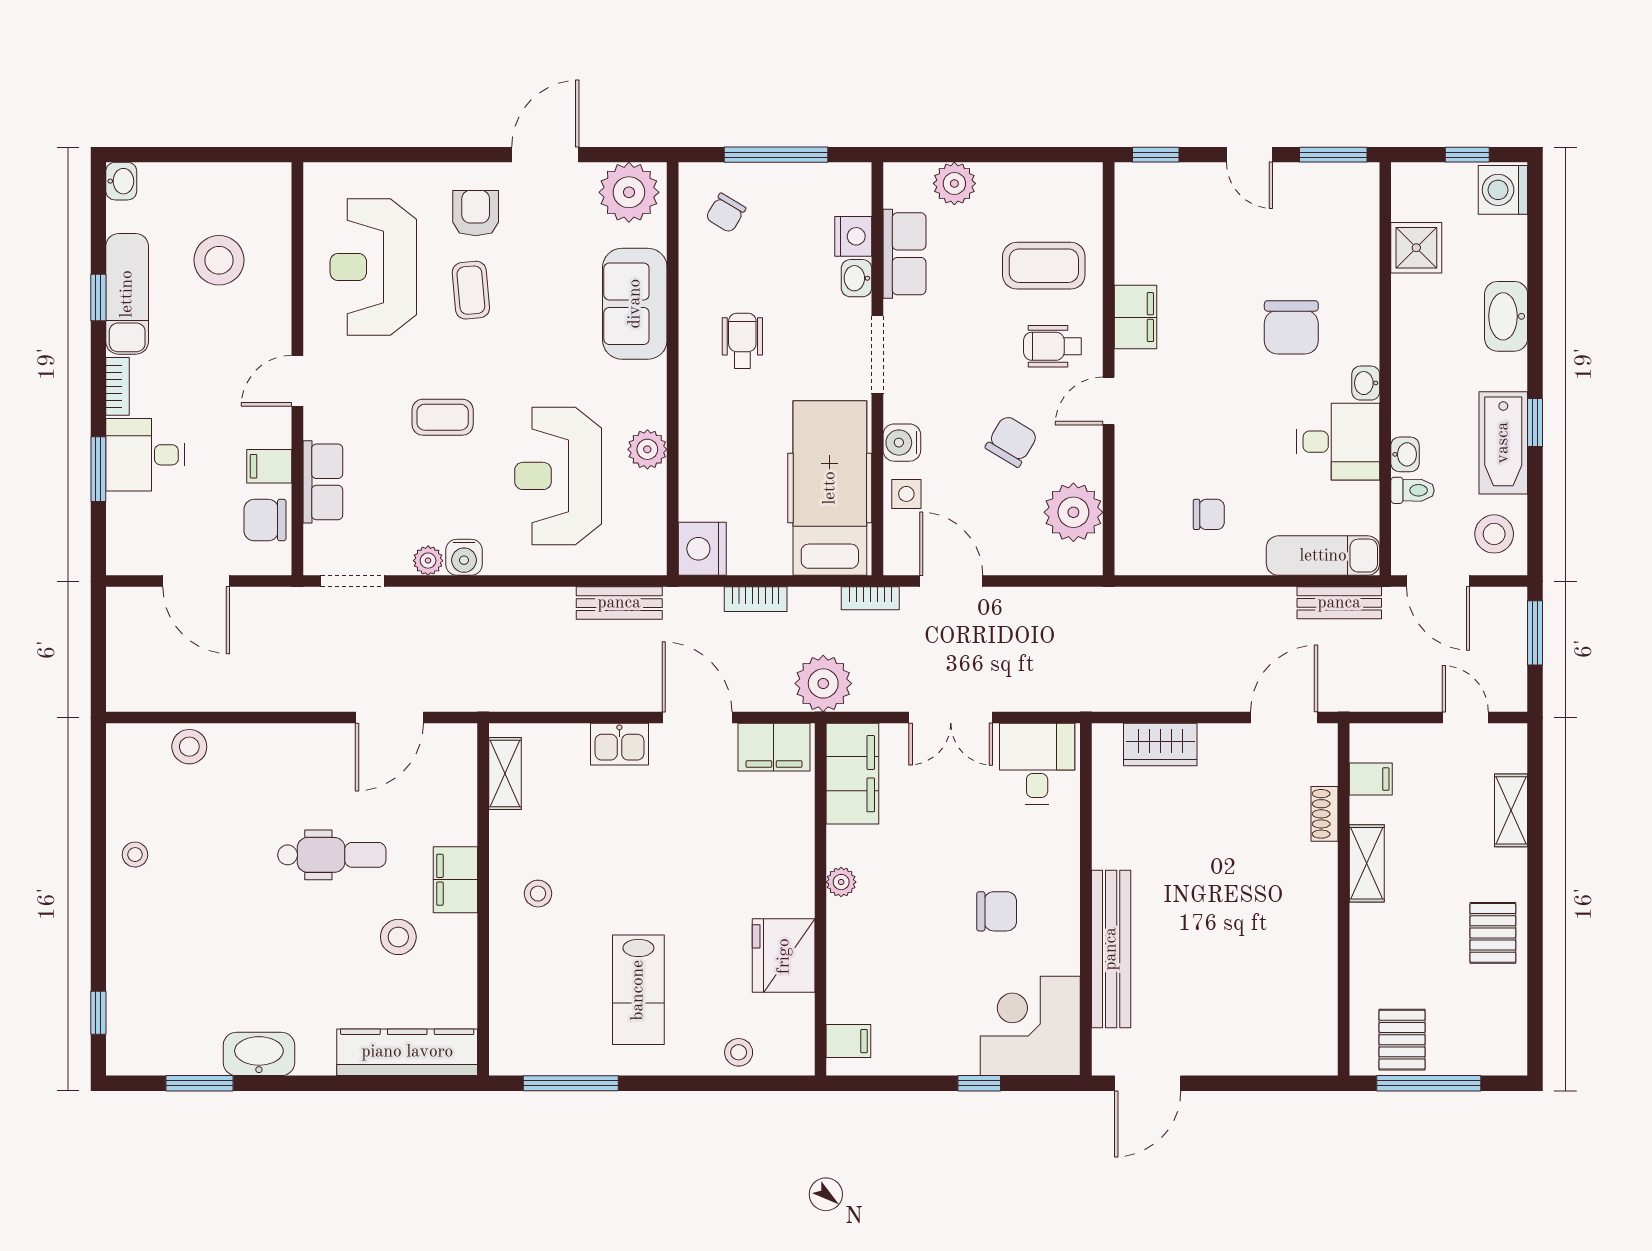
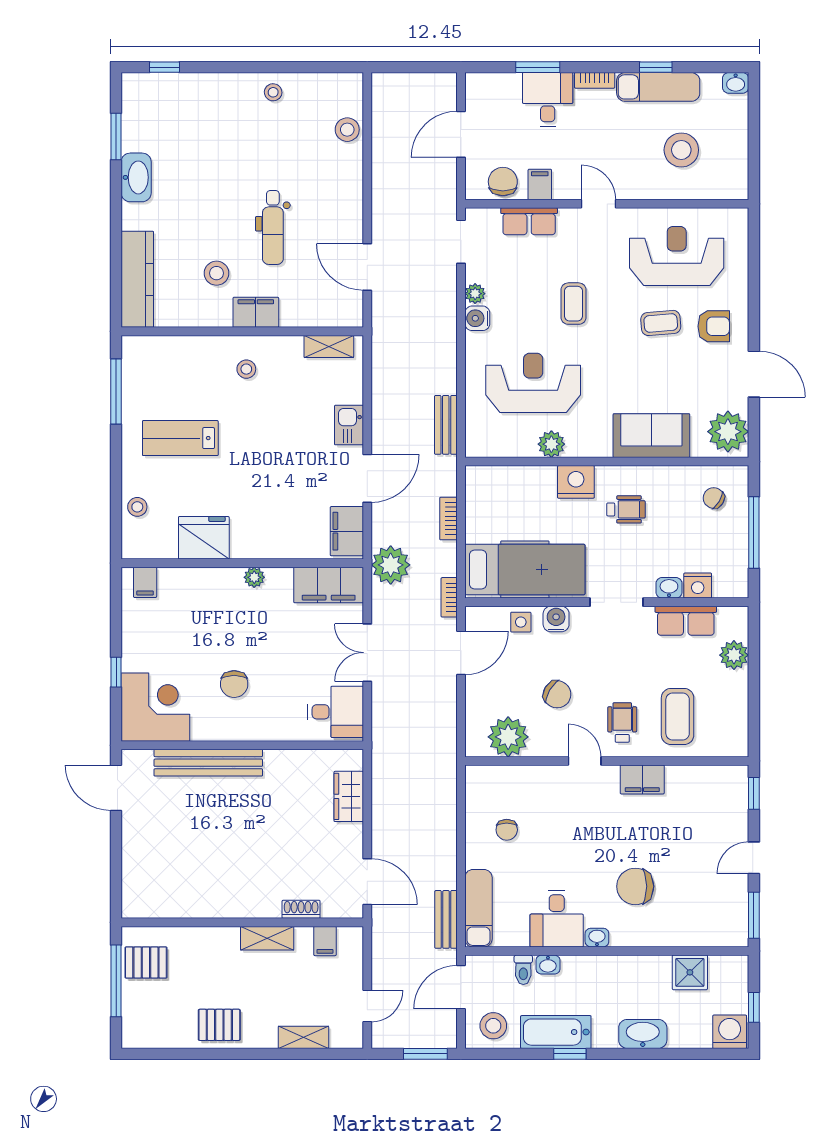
nightstand: (702, 549) -> (576, 482), moved

